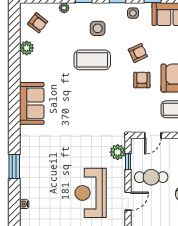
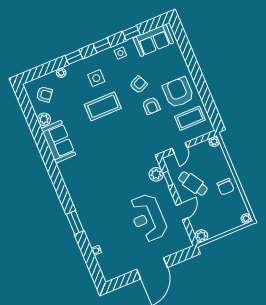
armchair: (142, 80) -> (151, 106), turned 180
sofa: (32, 103) -> (58, 142), moved
cafe table: (151, 177) -> (193, 184), turned 58

